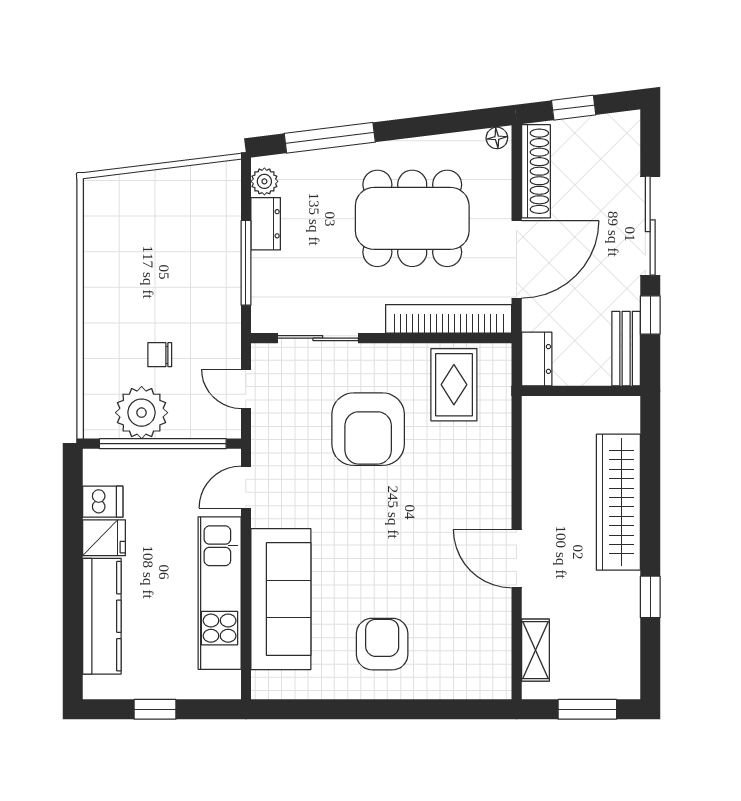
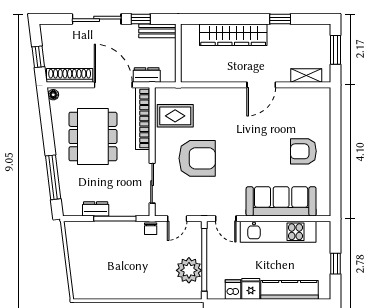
plant: (264, 181) -> (75, 210), removed
chair: (160, 355) -> (151, 229), moved
dresser: (537, 359) -> (147, 75), moved

